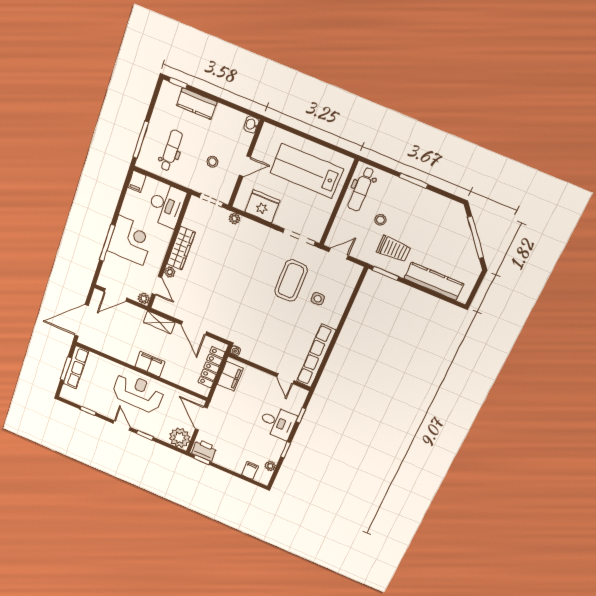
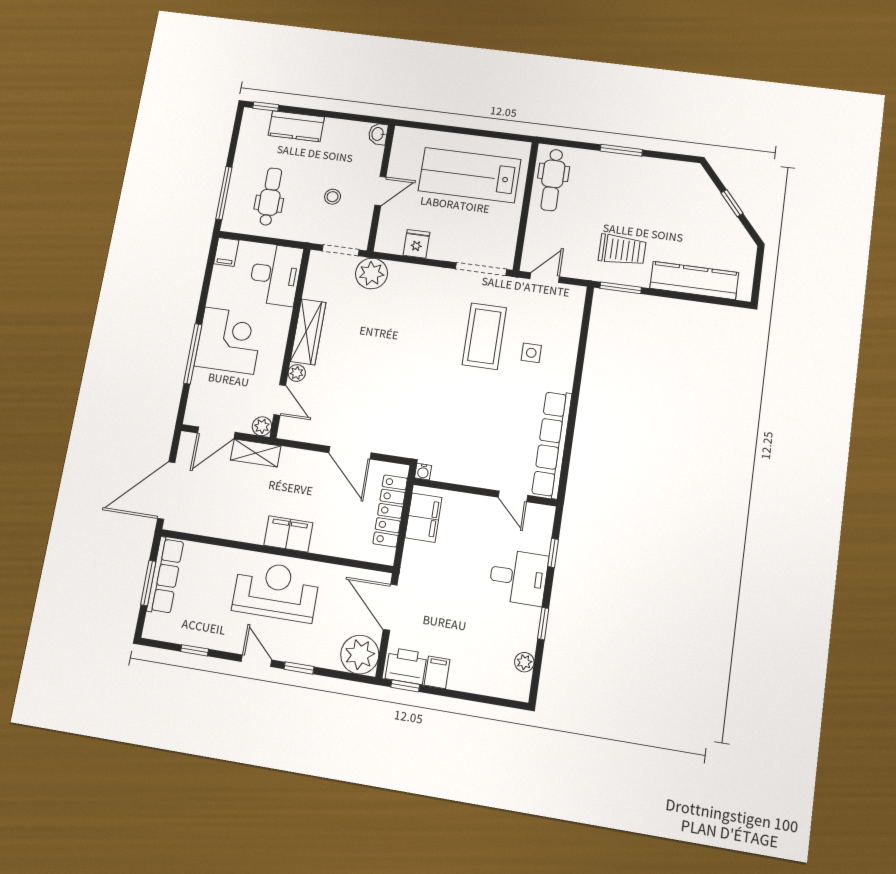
fridge: (262, 206) -> (416, 244), width x0.53, depth x0.75
plant: (234, 218) -> (372, 273), width x1.87, depth x1.87
stool: (380, 220) -> (591, 214), removed
window: (476, 237) -> (732, 203), width x0.46
shelving: (159, 322) -> (256, 453), moved
filing cabinet: (250, 470) -> (437, 672), moved

